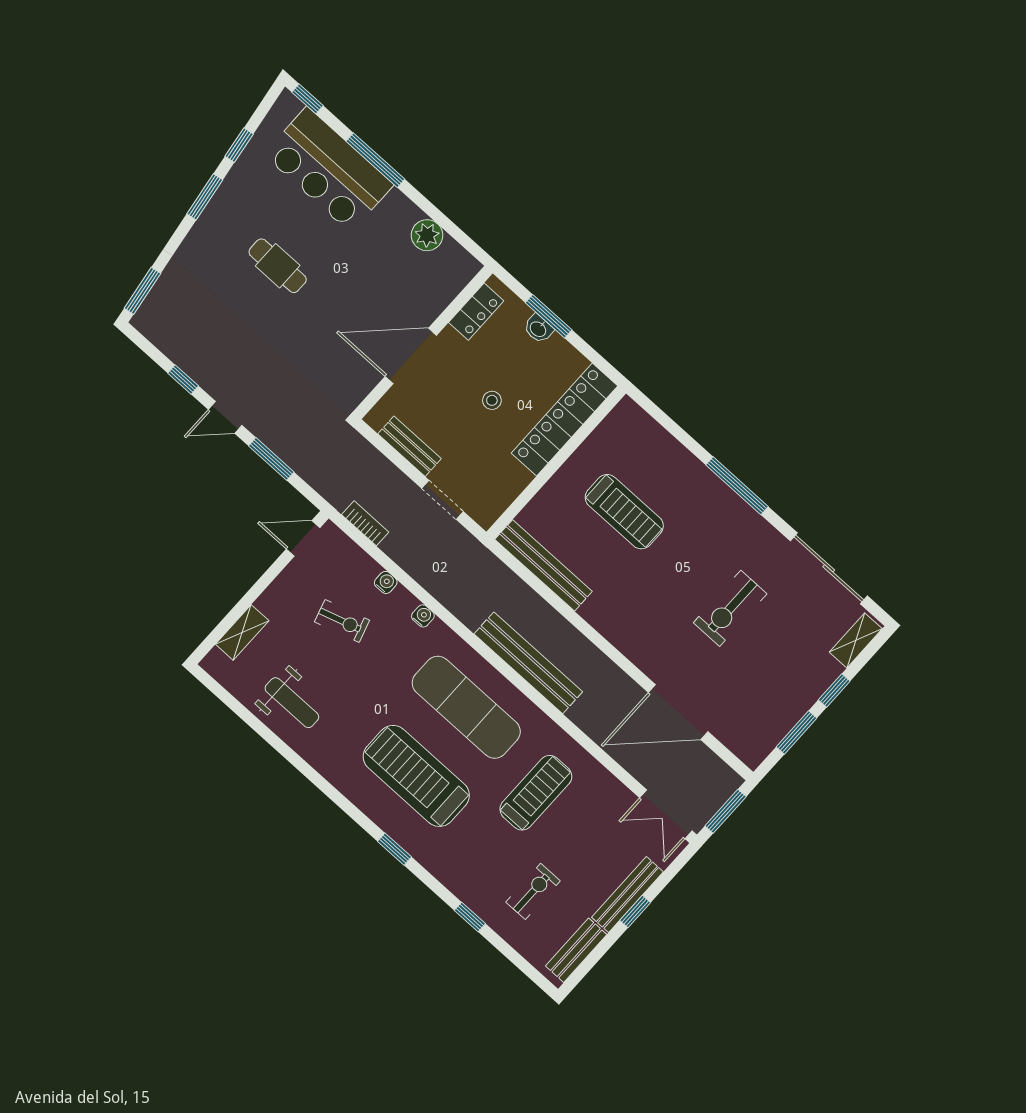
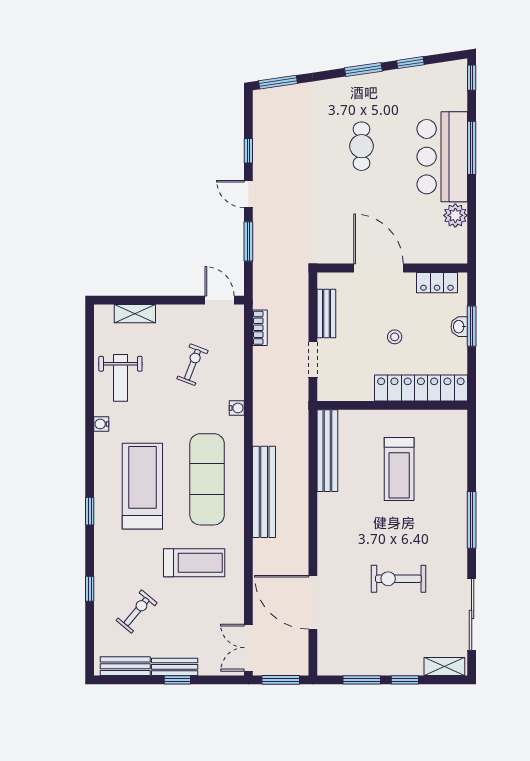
bar counter: (329, 170) -> (442, 157), moved
water cooler: (386, 582) -> (101, 424), moved, turned 180
exercise bike: (342, 621) -> (193, 365), turned -142
exercise bike: (533, 891) -> (137, 612), turned -50
bench: (627, 895) -> (175, 667), width x0.73

